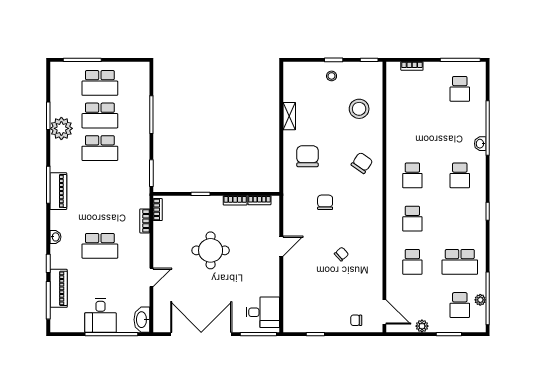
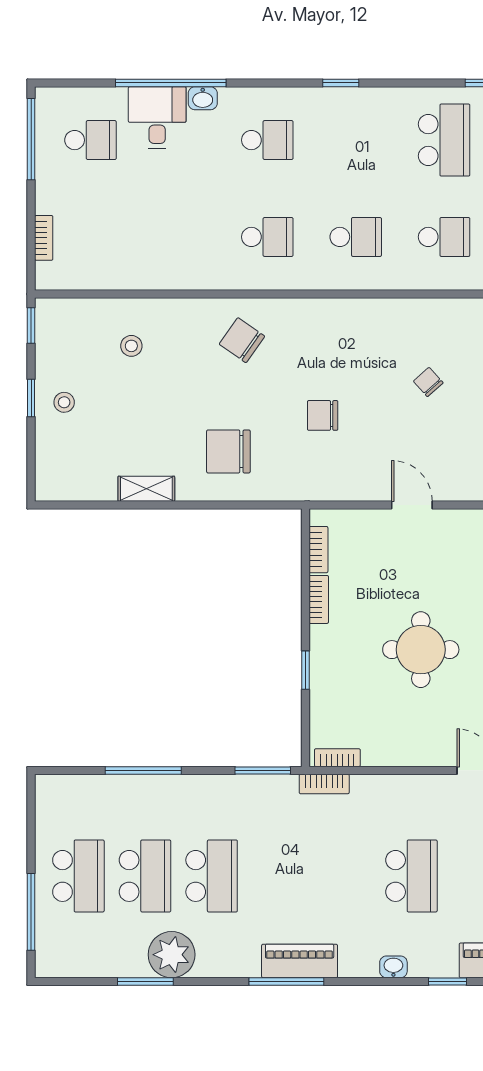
stool: (359, 109) -> (131, 346), width x0.53, depth x0.53
desk: (471, 121) -> (157, 118), added
bookcase: (145, 221) -> (324, 784), moved

